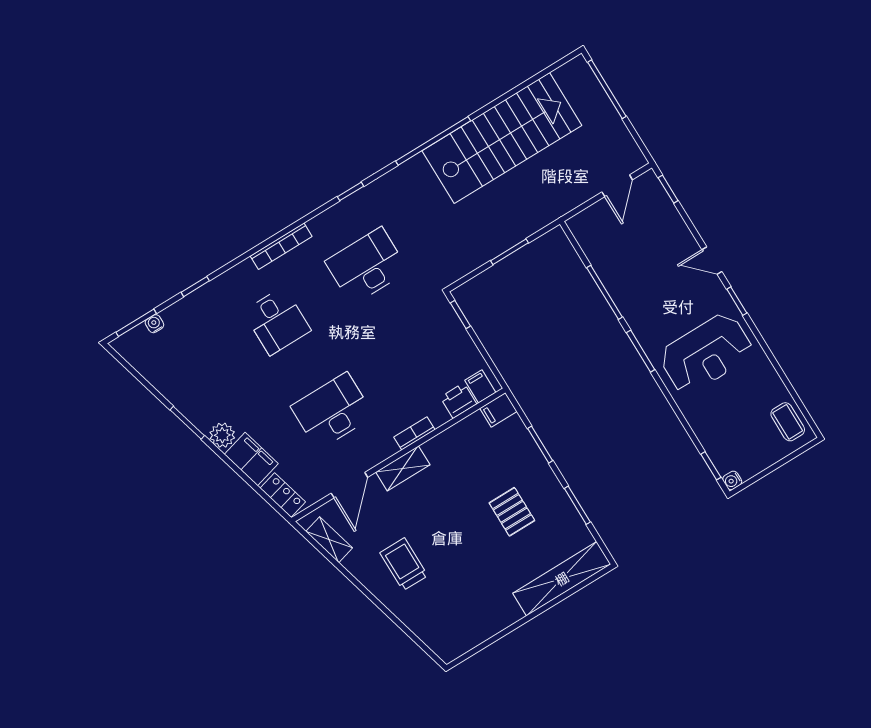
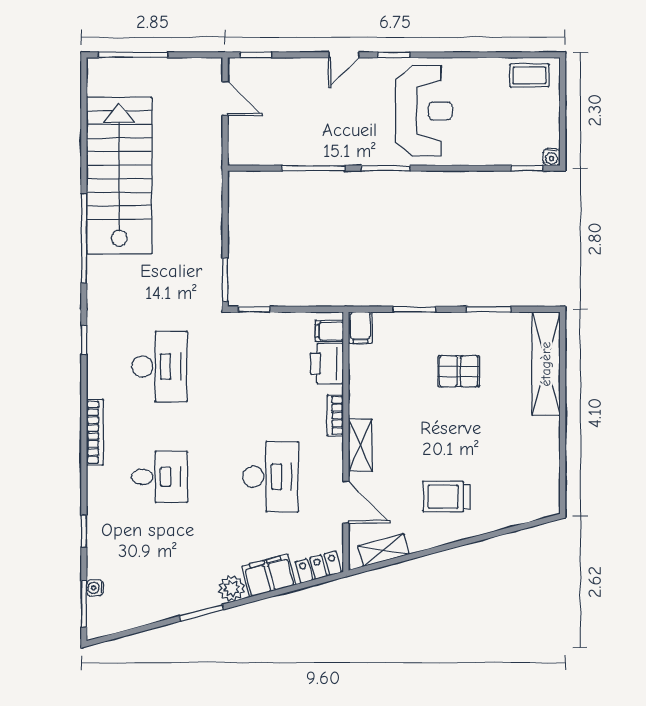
window: (510, 252) -> (225, 280), moved
desk: (367, 266) -> (160, 367), turned 180
printer: (458, 401) -> (327, 364), width x1.36, depth x1.24
desk: (332, 411) -> (270, 477), turned 180

